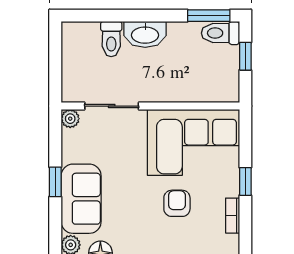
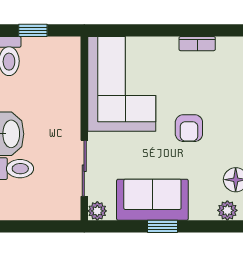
window: (245, 181) -> (162, 30), removed
sofa: (81, 199) -> (152, 200), moved
armchair: (177, 203) -> (189, 128), moved, turned -90

